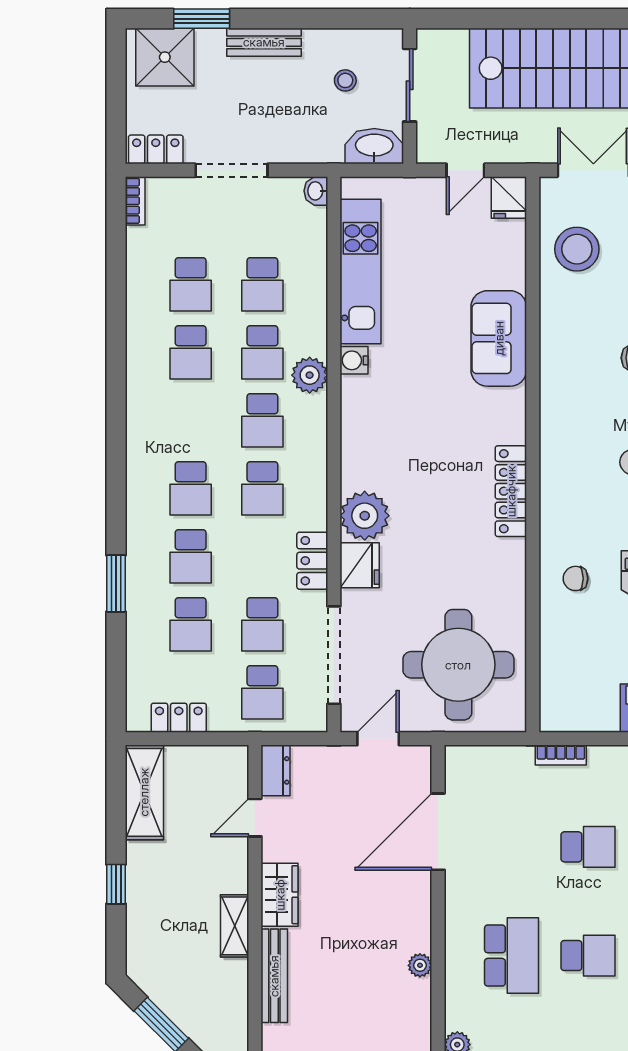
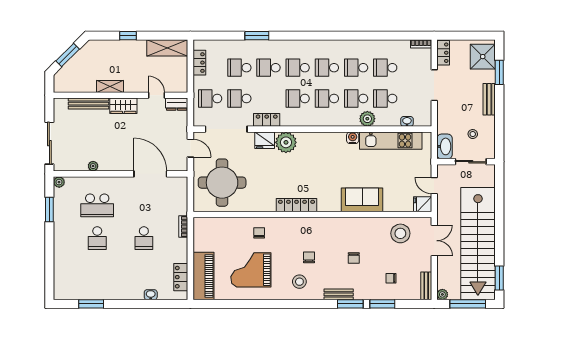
washbasin: (316, 191) -> (407, 121), moved
plant: (310, 375) -> (367, 119), moved
school desk: (191, 420) -> (327, 68), added

